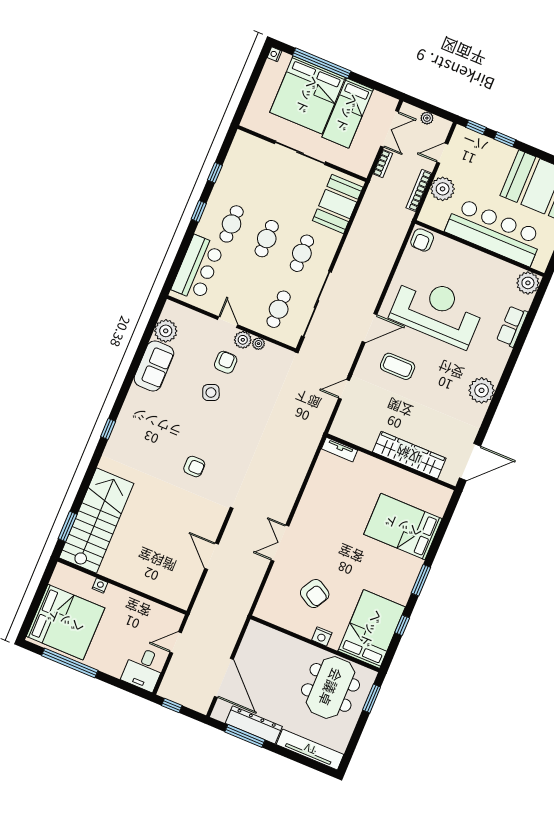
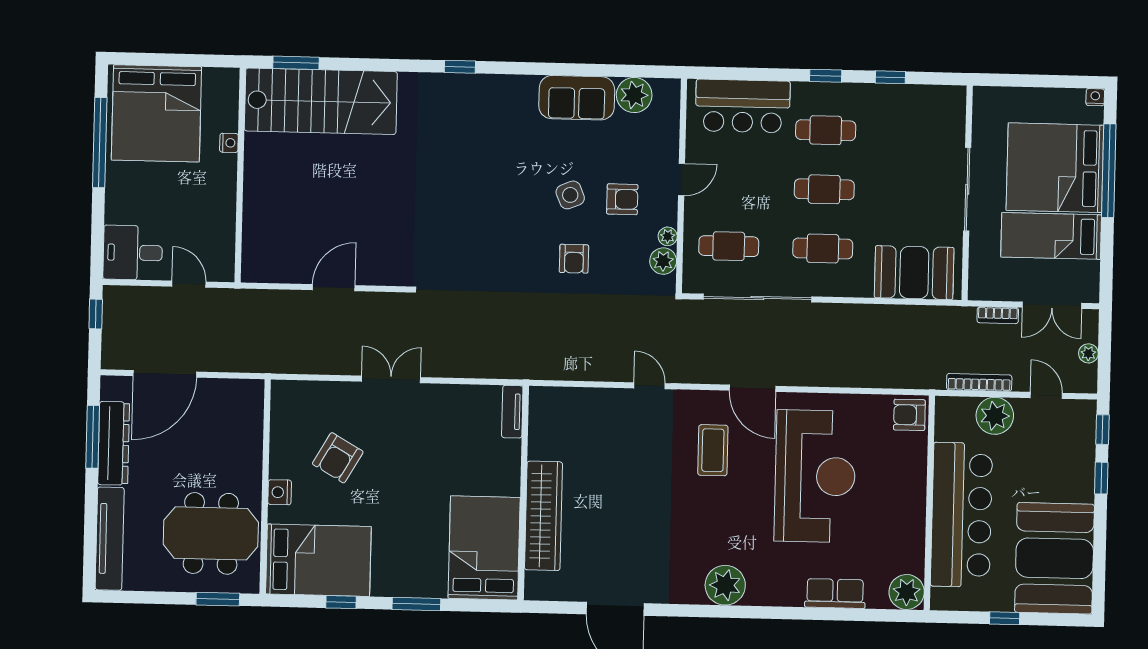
plant: (243, 340) -> (663, 261), moved
tv unit: (339, 450) -> (512, 412), moved
wardrobe: (409, 455) -> (543, 516), moved
wall: (391, 462) -> (523, 493), moved
armchair: (194, 466) -> (574, 259), moved

